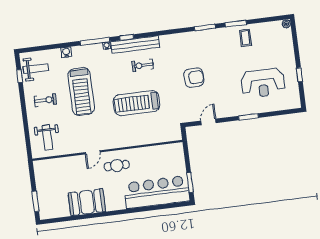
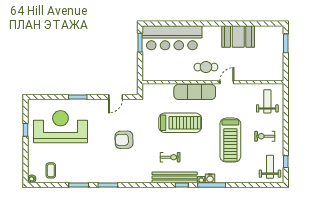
coffee table: (245, 38) -> (51, 170), moved
water cooler: (66, 52) -> (210, 178), moved
weight bench: (36, 69) -> (270, 167), turned 90
reception desk: (263, 83) -> (60, 127), width x1.36, depth x1.30
treadmill: (81, 92) -> (230, 140), turned 180
exercise mat: (125, 138) -> (195, 92), added

